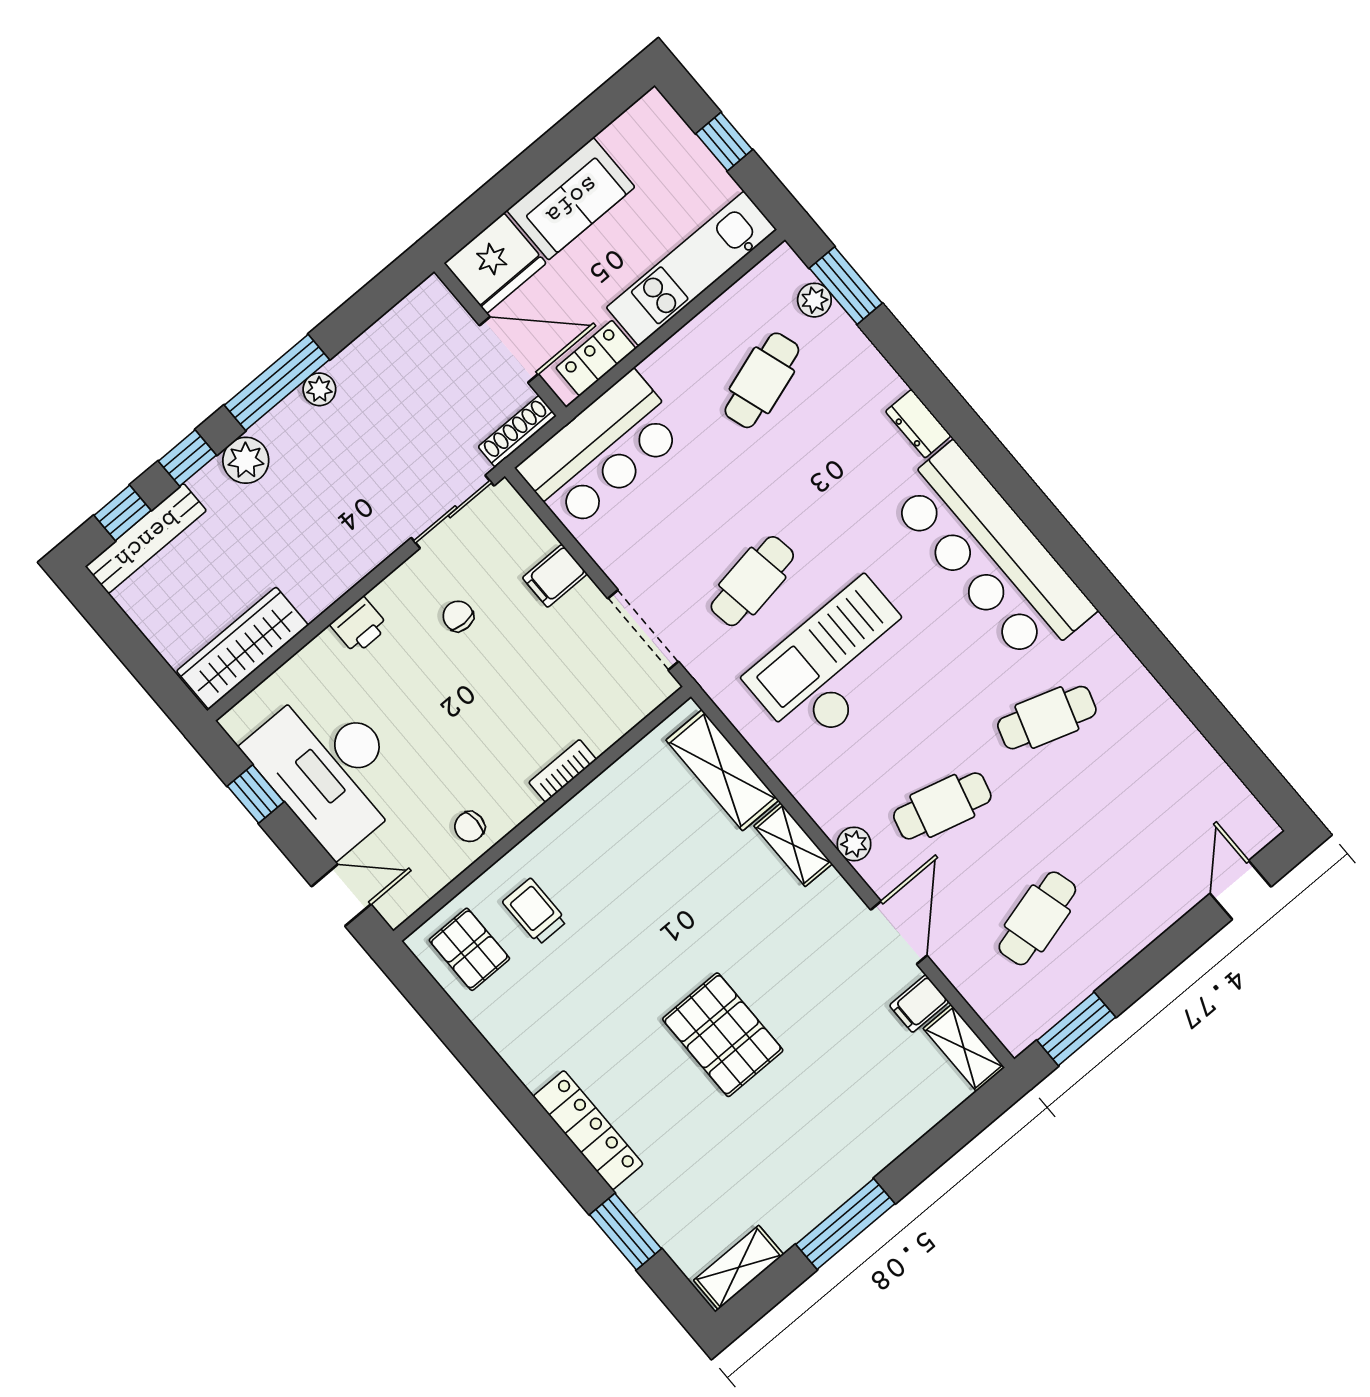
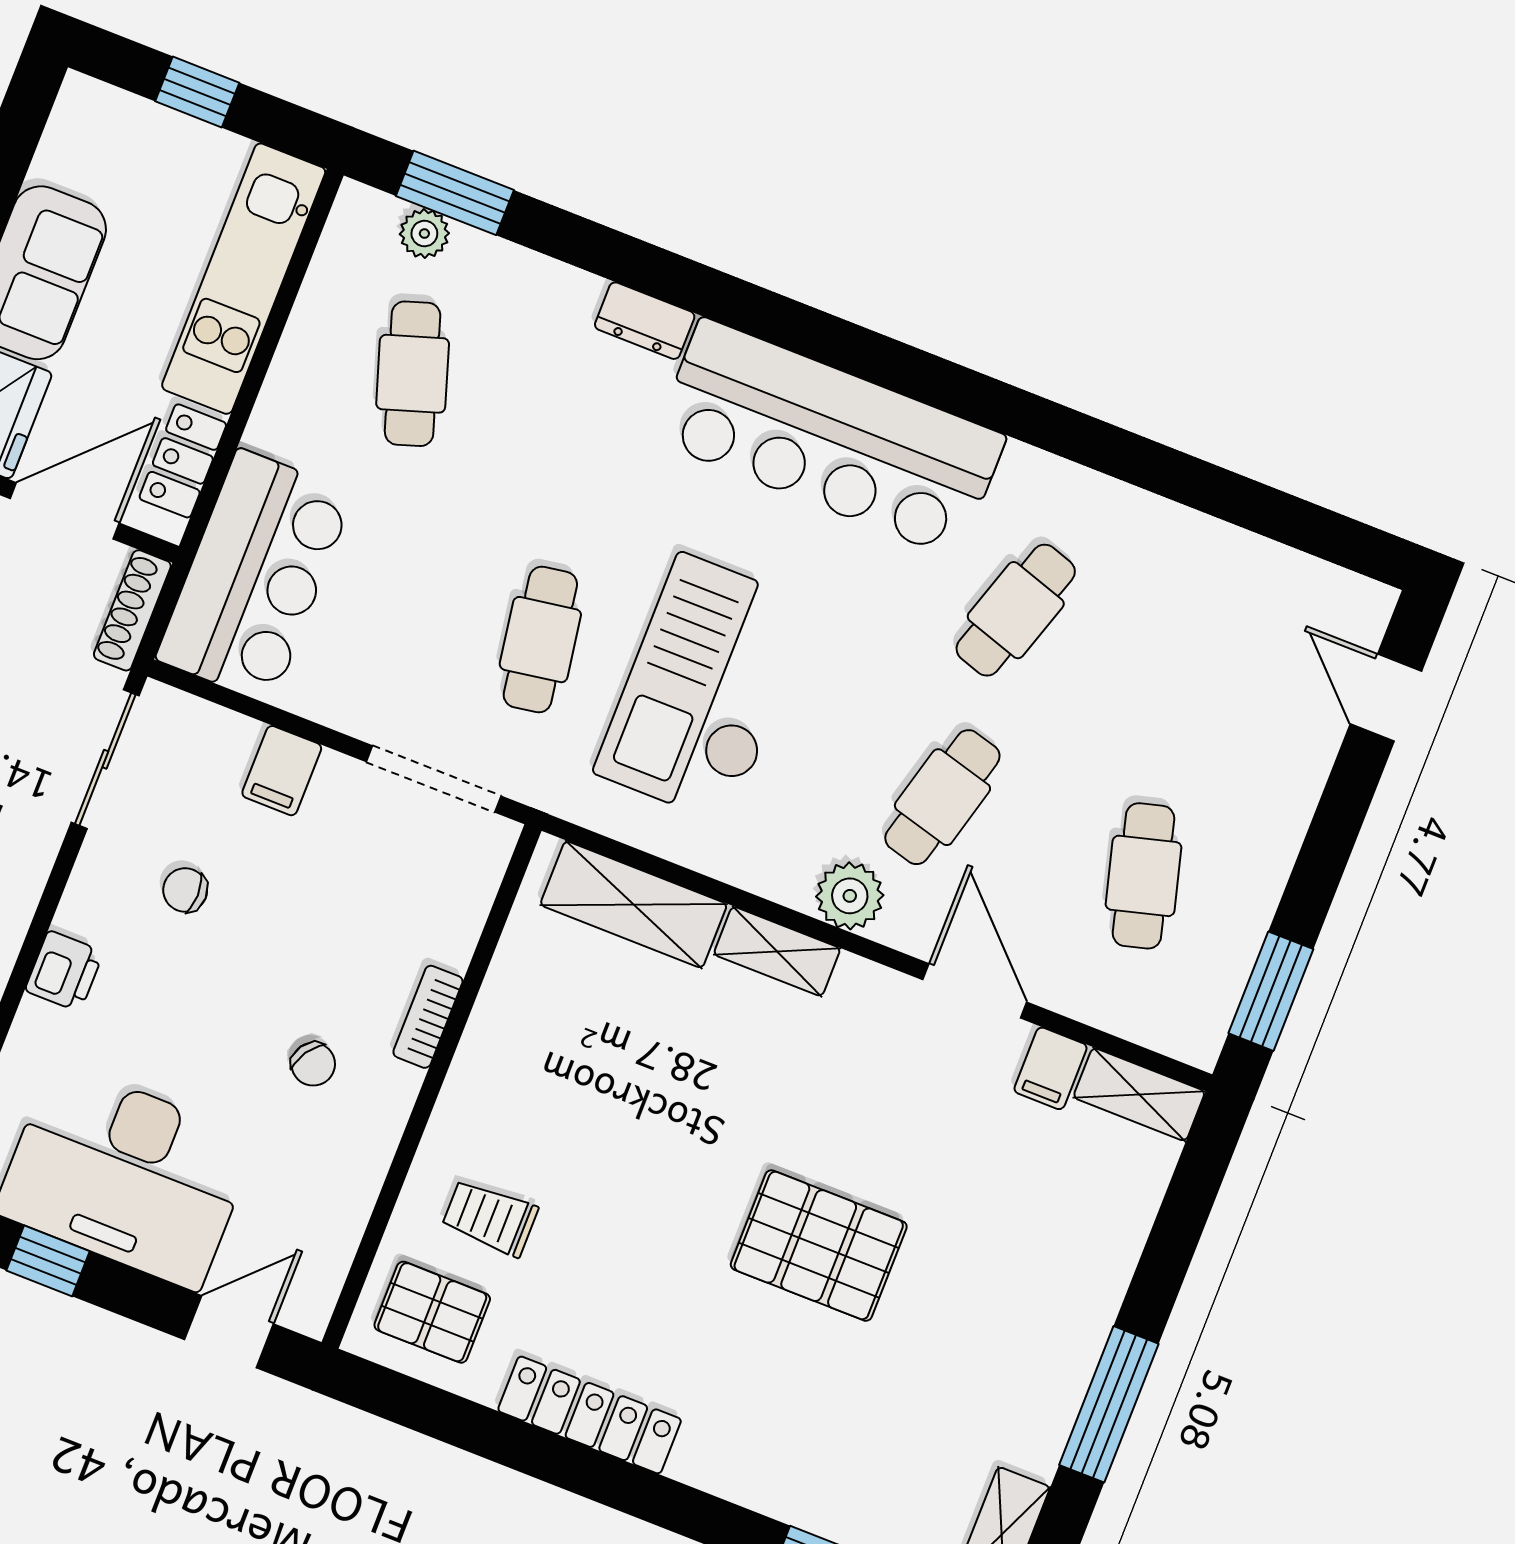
chair: (470, 827) -> (313, 1064), moved, turned -57
plant: (854, 844) -> (850, 896), width x1.38, depth x1.38
locker: (588, 1130) -> (590, 1415), moved

